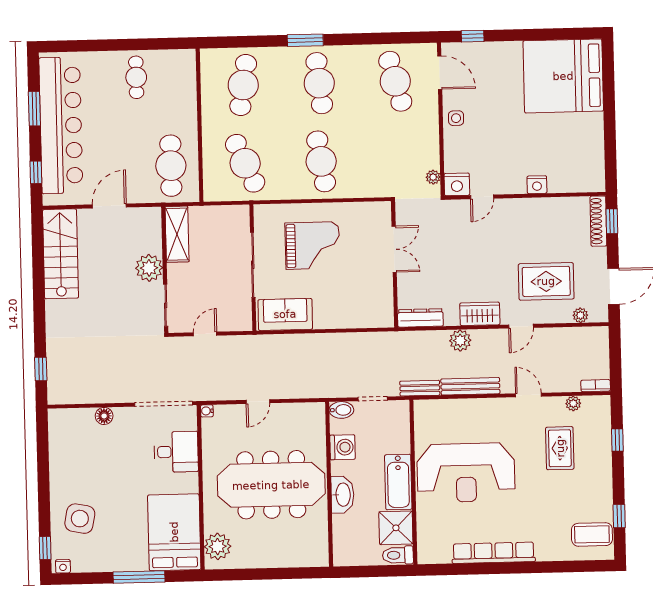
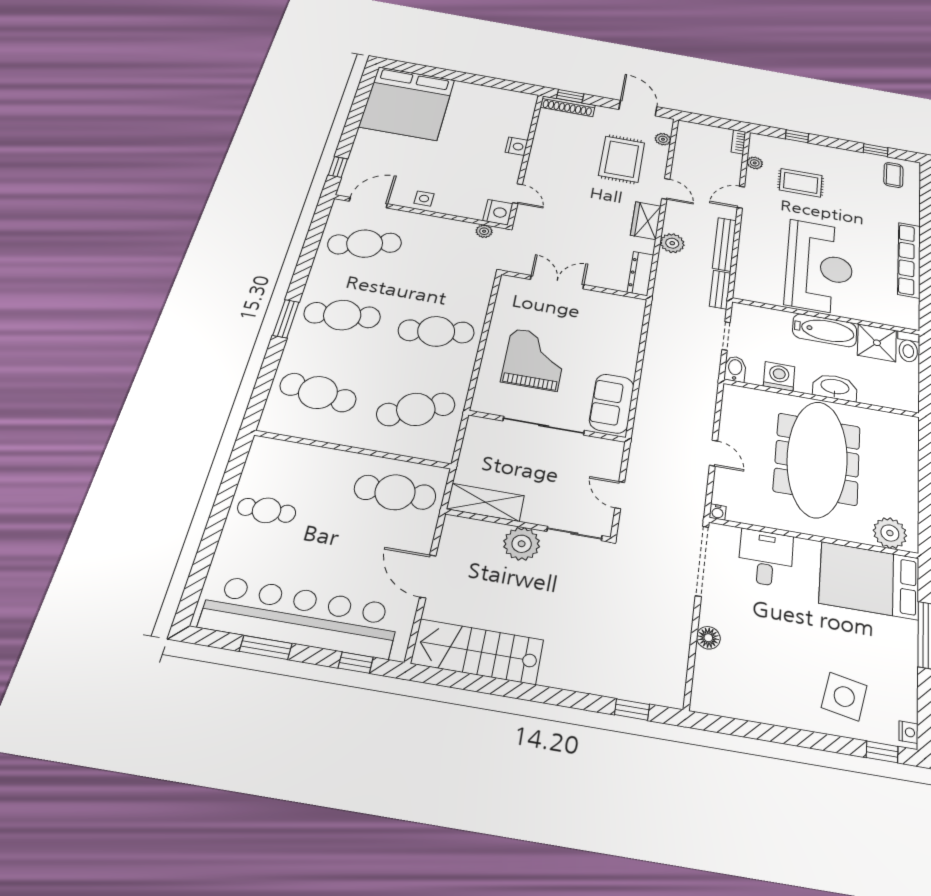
coffee table: (592, 534) -> (893, 175), width x0.73, depth x0.77

